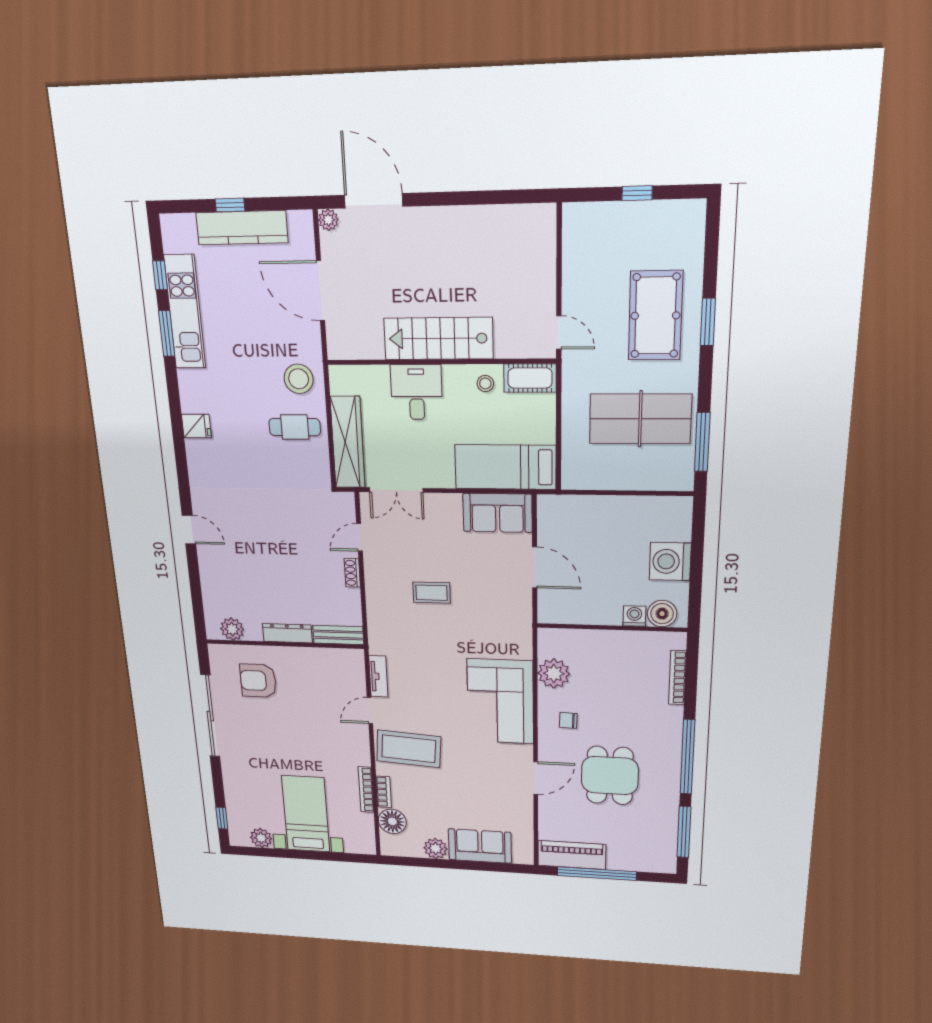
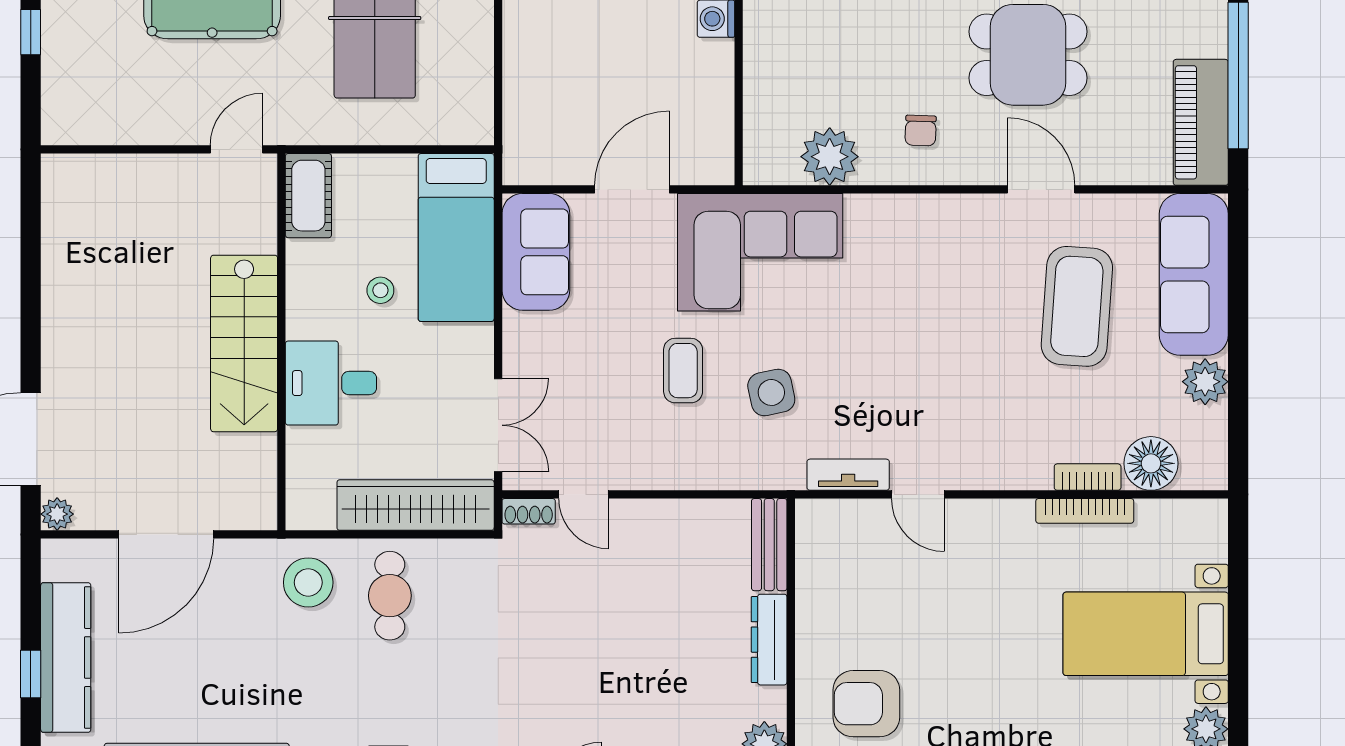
stool: (485, 383) -> (380, 290), moved
shoe rack: (352, 573) -> (529, 511), moved
side table: (421, 639) -> (771, 392), added
armchair: (258, 681) -> (866, 704), turned 90
corner sofa: (500, 701) -> (760, 252), moved
coffee table: (409, 749) -> (1077, 306), moved
sofa: (480, 846) -> (1194, 274), width x1.36

